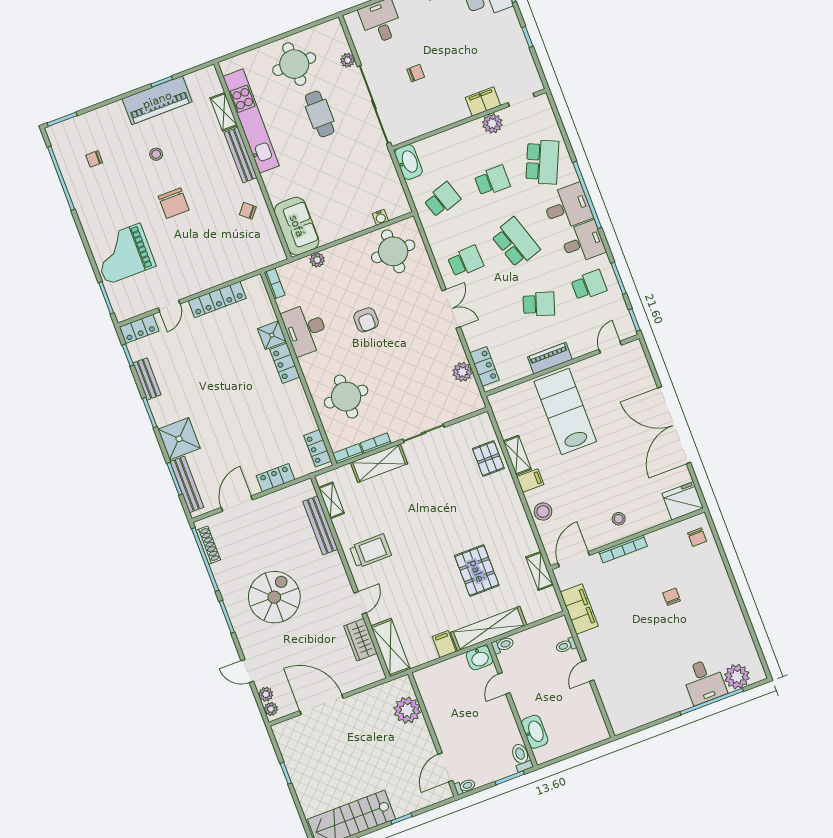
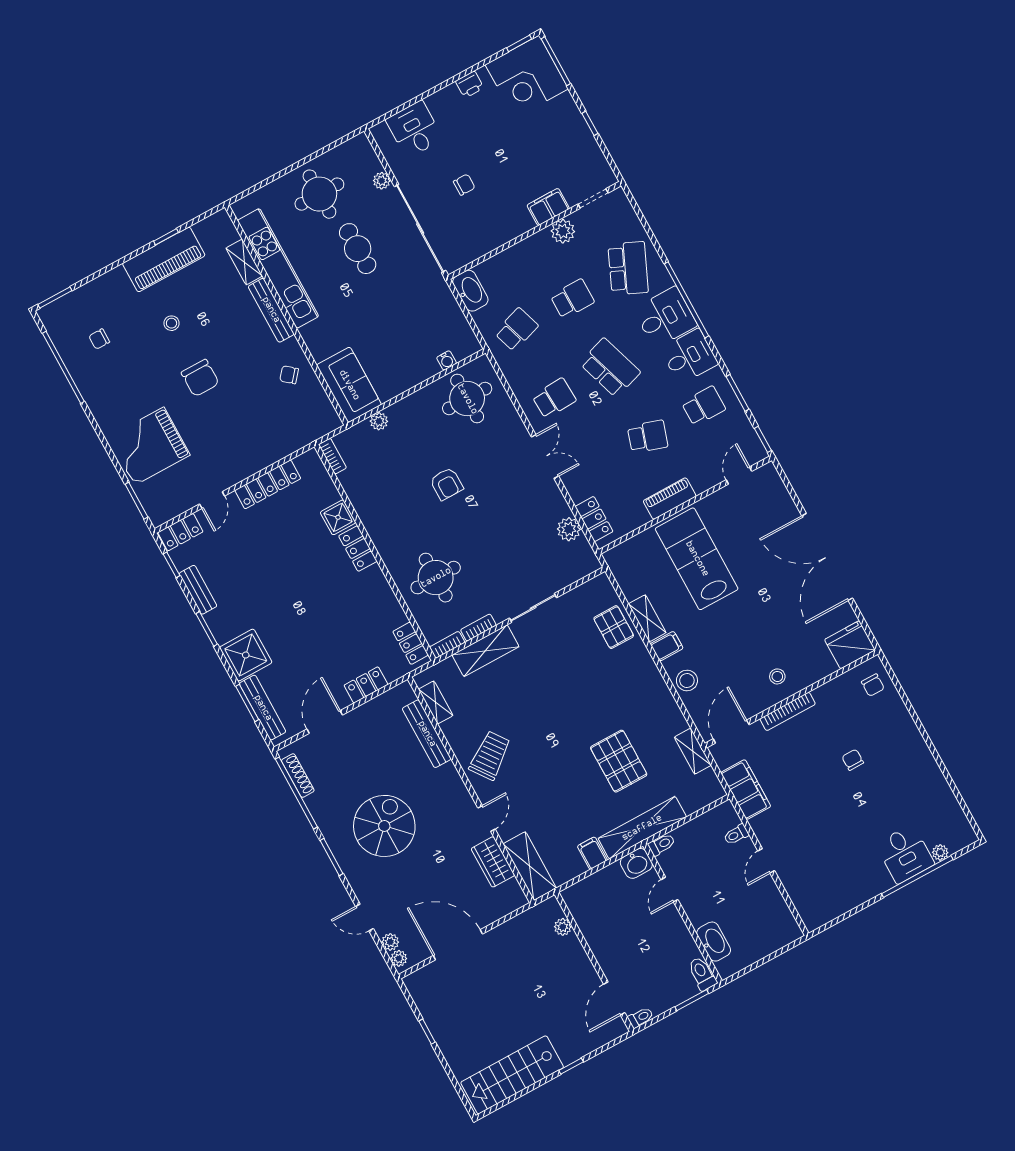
desk: (305, 329) -> (377, 505), removed
trolley: (370, 551) -> (490, 756), turned -36
plant: (737, 677) -> (940, 852), width x0.53, depth x0.53
plant: (407, 710) -> (563, 927), width x0.53, depth x0.53

